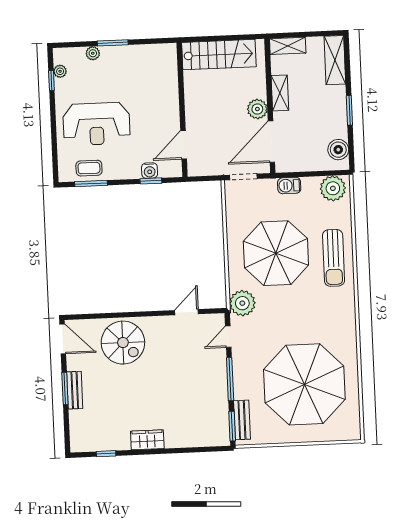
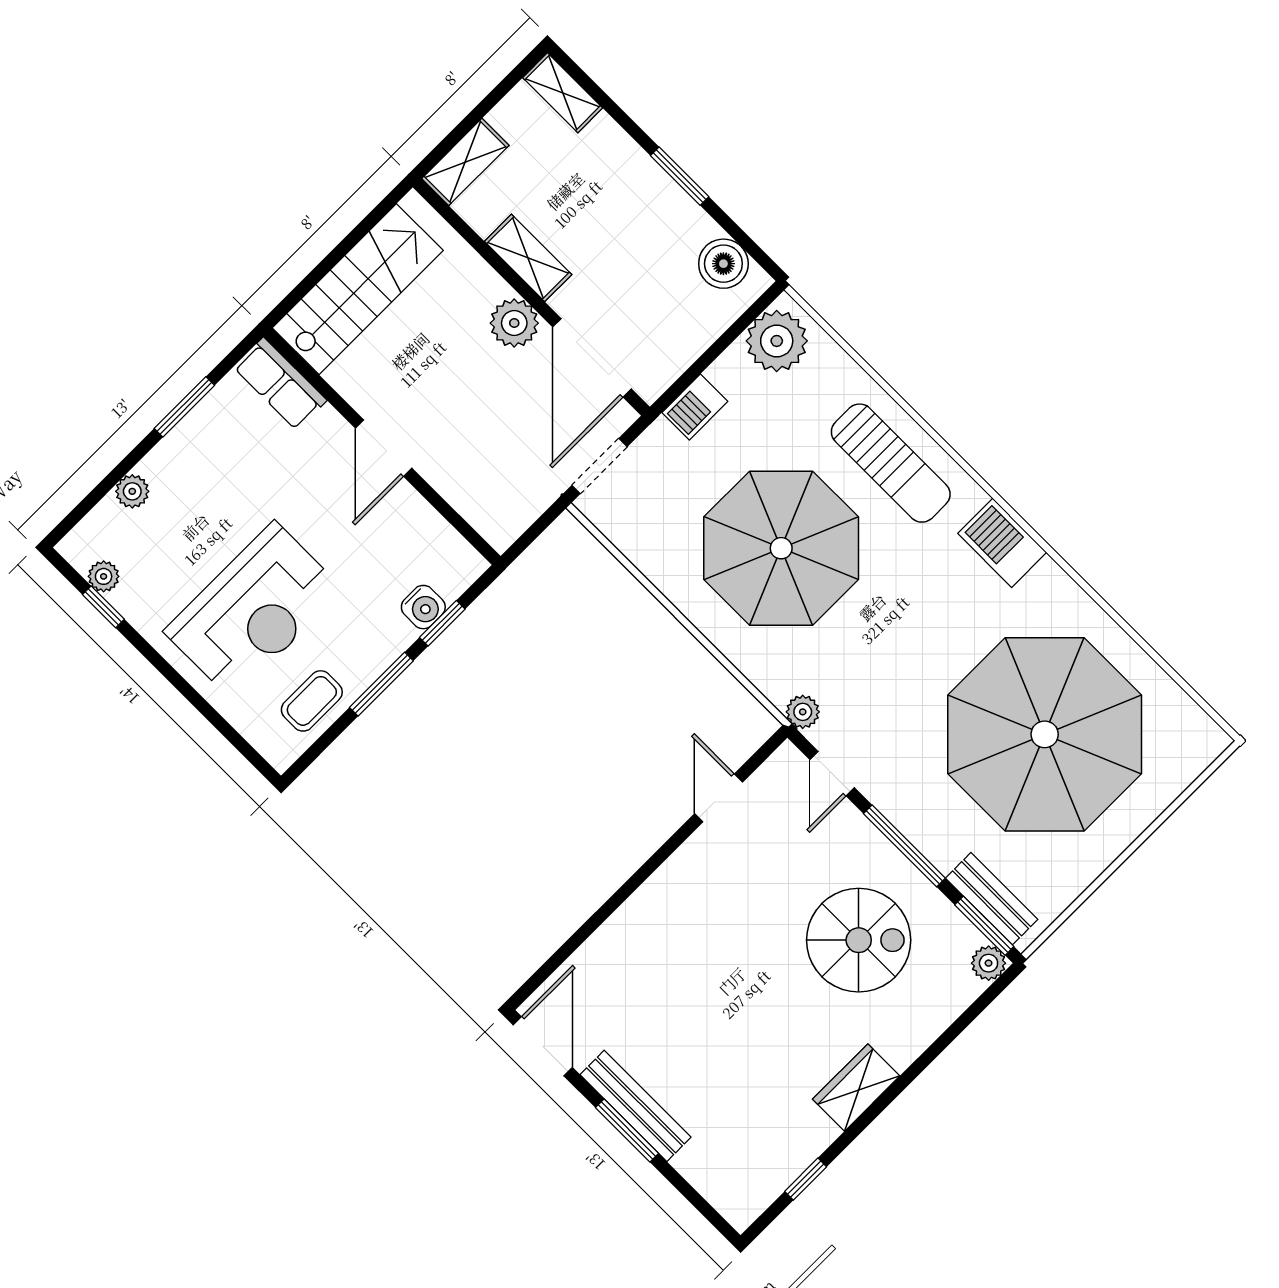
window: (113, 43) -> (184, 407), moved
shelving: (335, 60) -> (563, 93), width x0.67, depth x0.75
row of seats: (168, 62) -> (280, 384), added
door: (184, 145) -> (384, 448), moved
window: (91, 184) -> (381, 684), moved
plant: (242, 303) -> (803, 712), width x0.53, depth x0.53
barbecue: (345, 314) -> (1002, 543), added
door: (63, 339) -> (543, 1046), hinge flipped
spiral stairs: (123, 343) -> (859, 940), moved
bench: (75, 390) -> (635, 1106), width x1.36
plant: (223, 439) -> (989, 963), added

